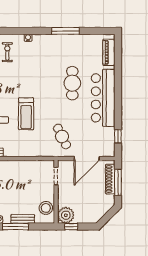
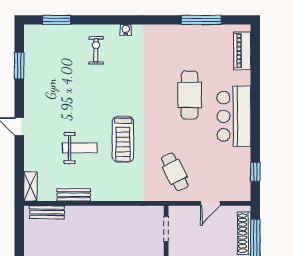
window: (65, 31) -> (201, 20), moved
bar counter: (103, 98) -> (234, 116), width x0.73
door: (87, 158) -> (210, 203), width x0.53

